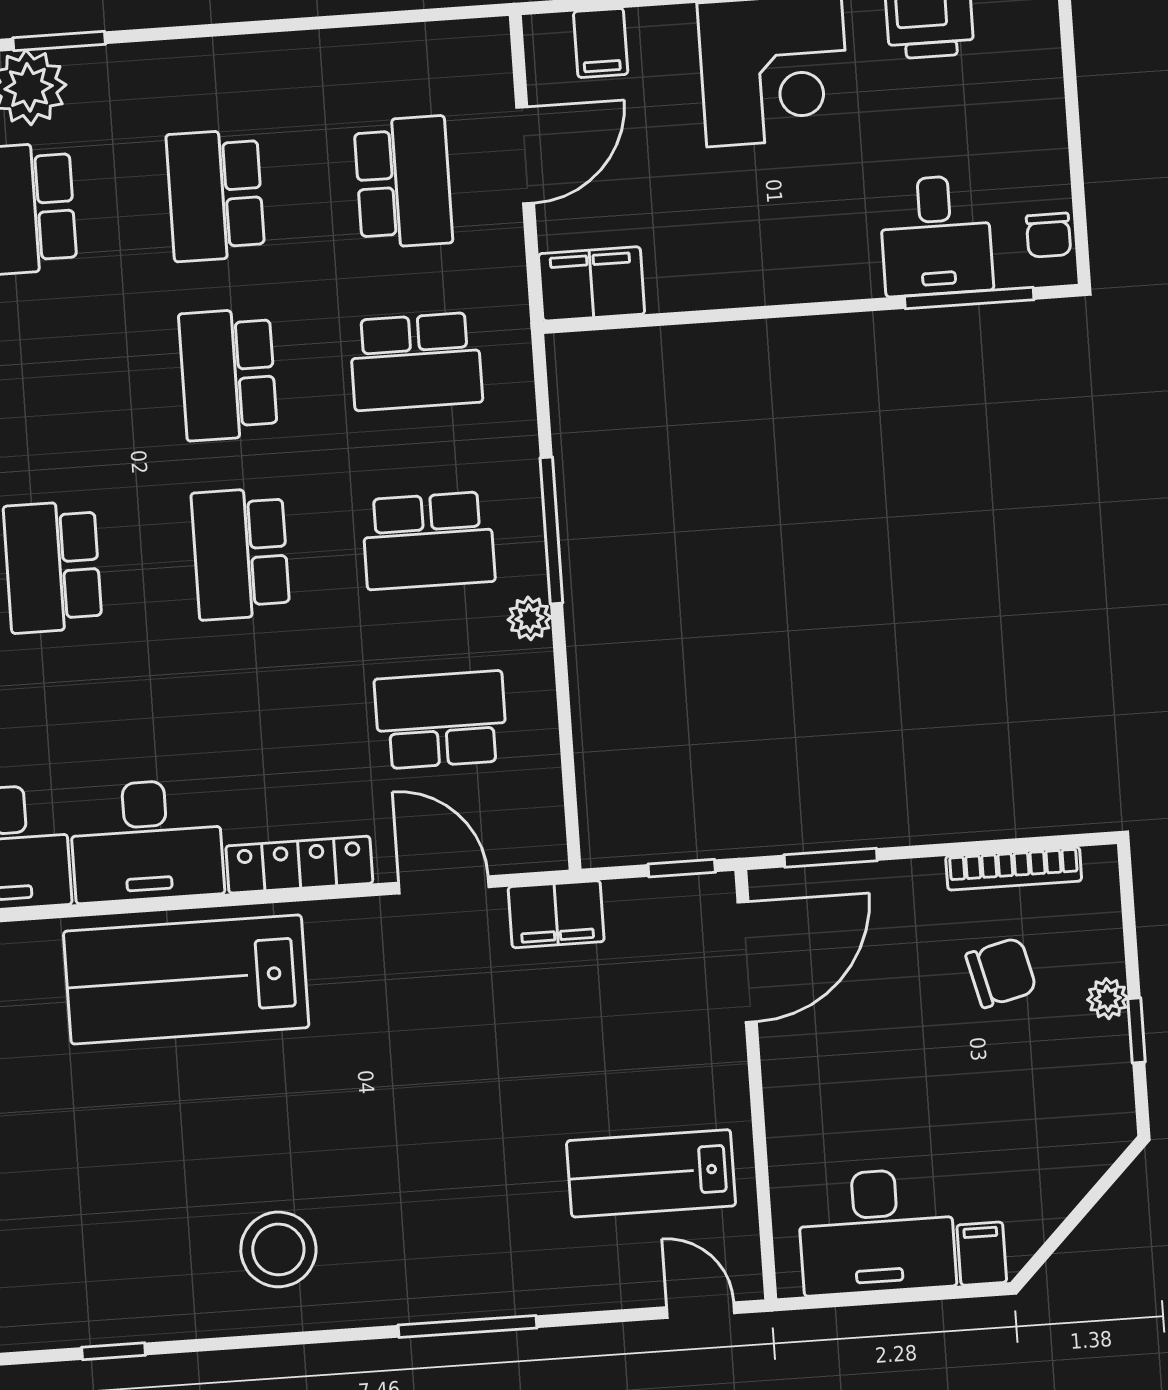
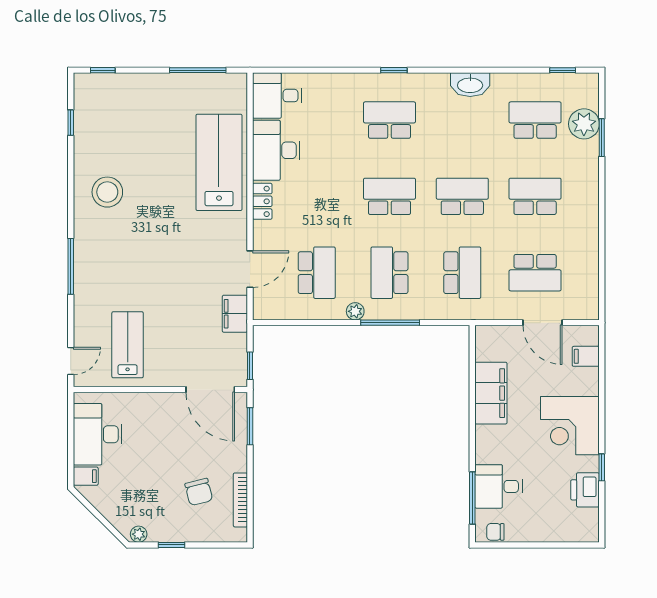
filing cabinet: (592, 284) -> (491, 393), moved, width x1.50, depth x1.17
school desk: (416, 361) -> (462, 273), turned 180
locker: (299, 865) -> (262, 201), width x0.66
plant: (1108, 999) -> (139, 534), moved

